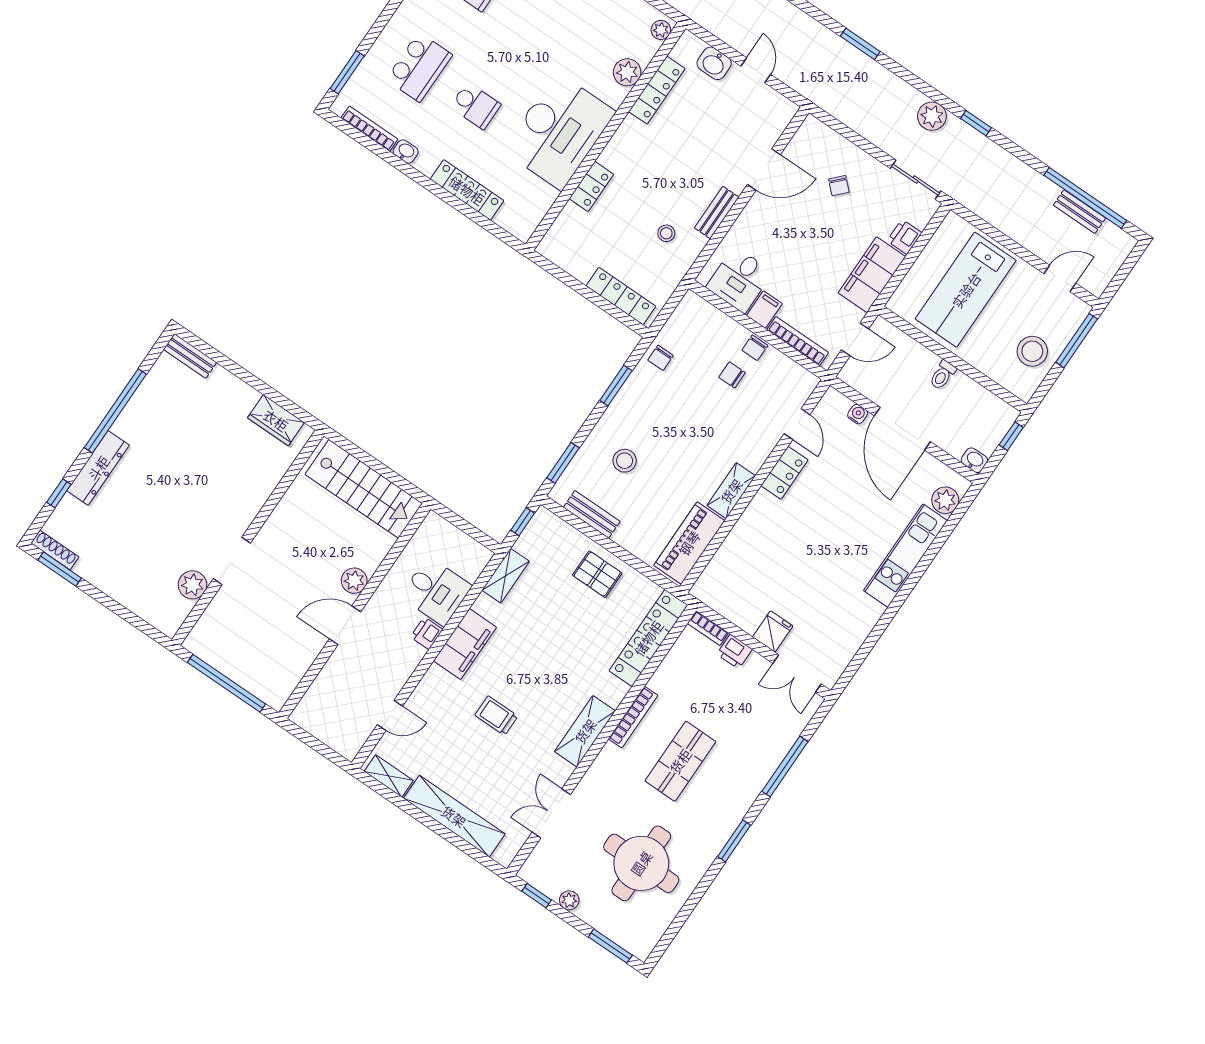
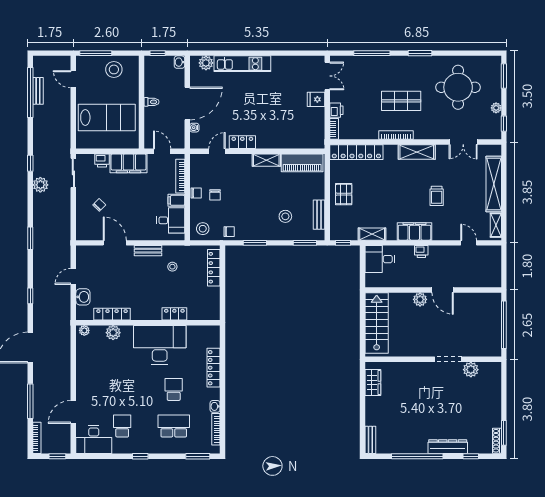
stool: (693, 320) -> (203, 229), added
desk: (436, 591) -> (380, 259), moved, turned -90

